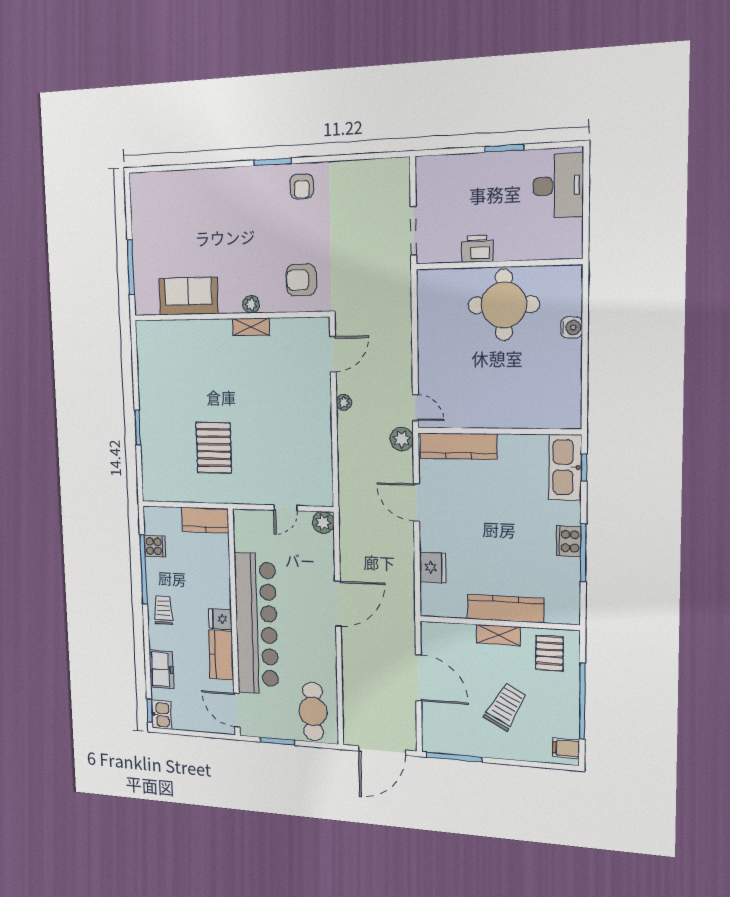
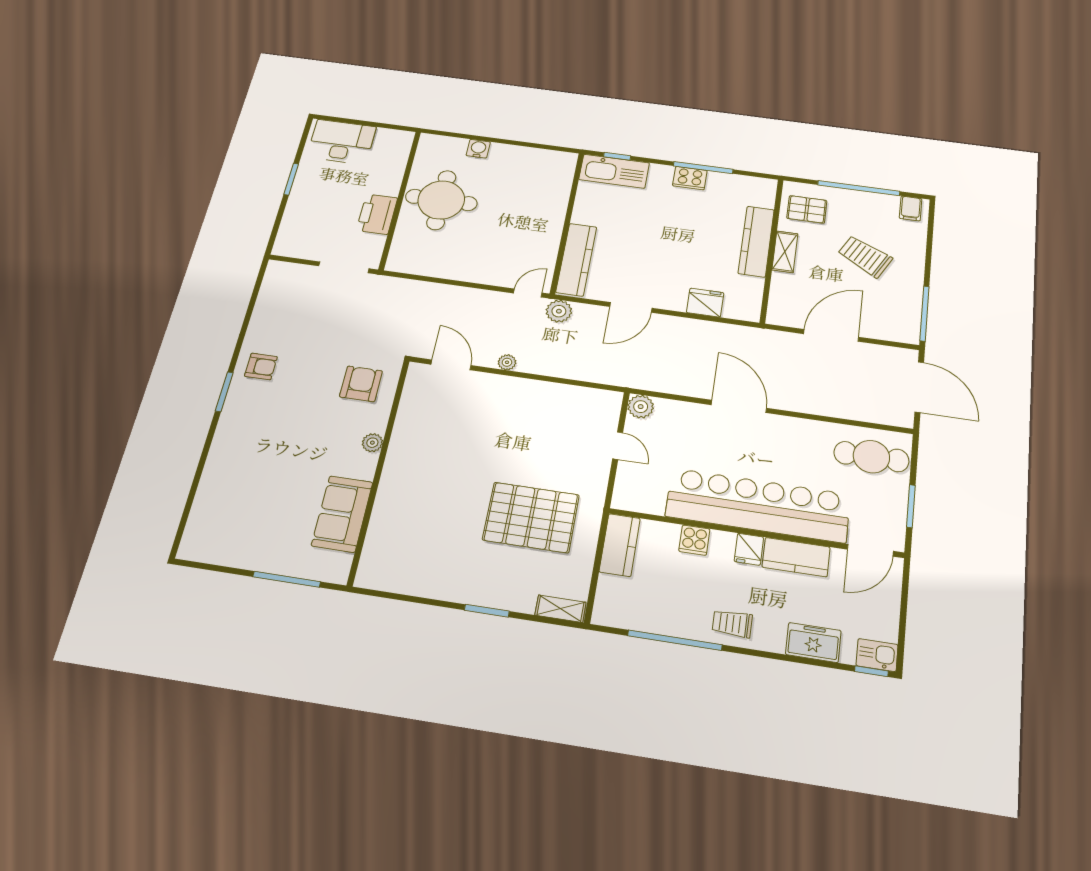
printer: (477, 249) -> (377, 214), width x1.37, depth x1.19
armchair: (301, 280) -> (361, 384), turned 180
shelving: (251, 327) -> (560, 609), moved, turned 90
pallet: (214, 448) -> (531, 517), width x1.37, depth x1.41
cooker: (155, 546) -> (694, 540), moved, turned 180

